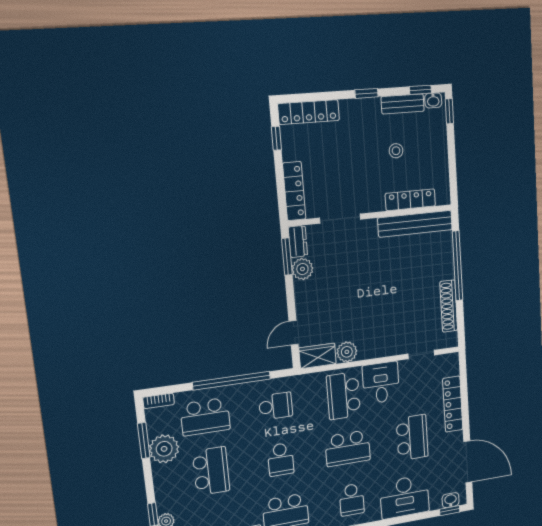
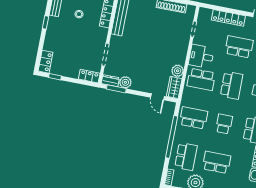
locker: (309, 112) -> (46, 62), width x0.66
locker: (294, 191) -> (89, 76), width x0.66
school desk: (276, 406) -> (194, 118), width x1.85
school desk: (281, 459) -> (224, 124), turned -90

